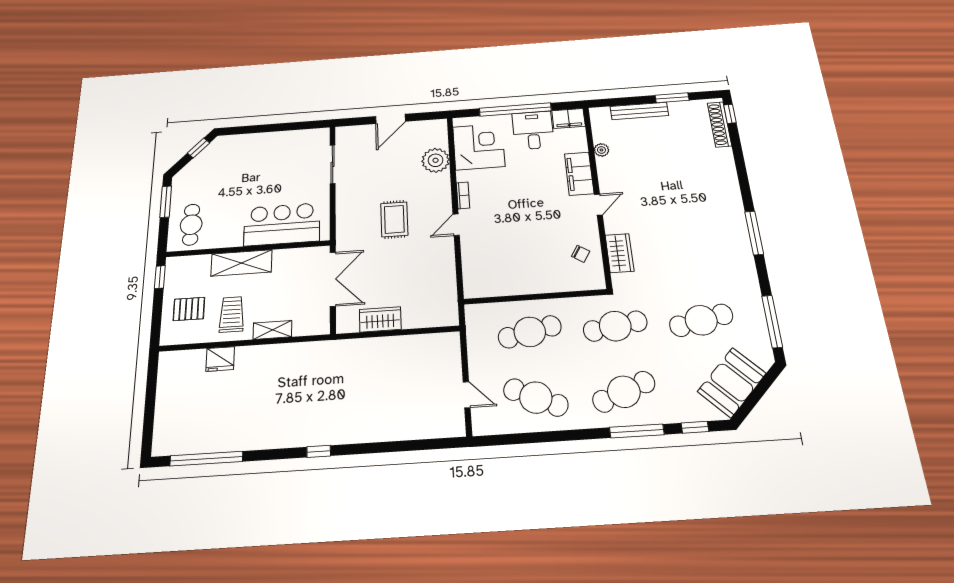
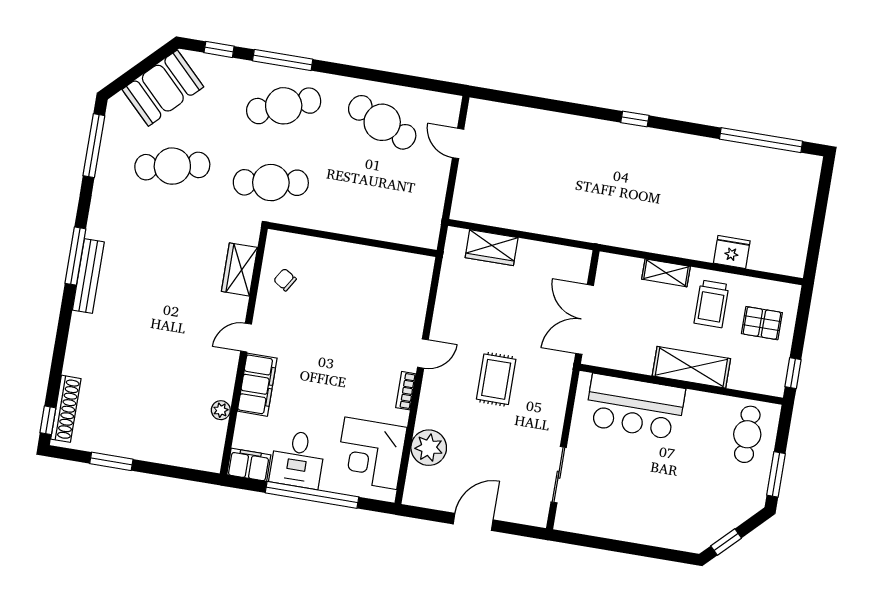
bench: (639, 111) -> (88, 276), moved, turned 90
wardrobe: (380, 319) -> (492, 248), moved
cafe table: (530, 332) -> (369, 199), removed

